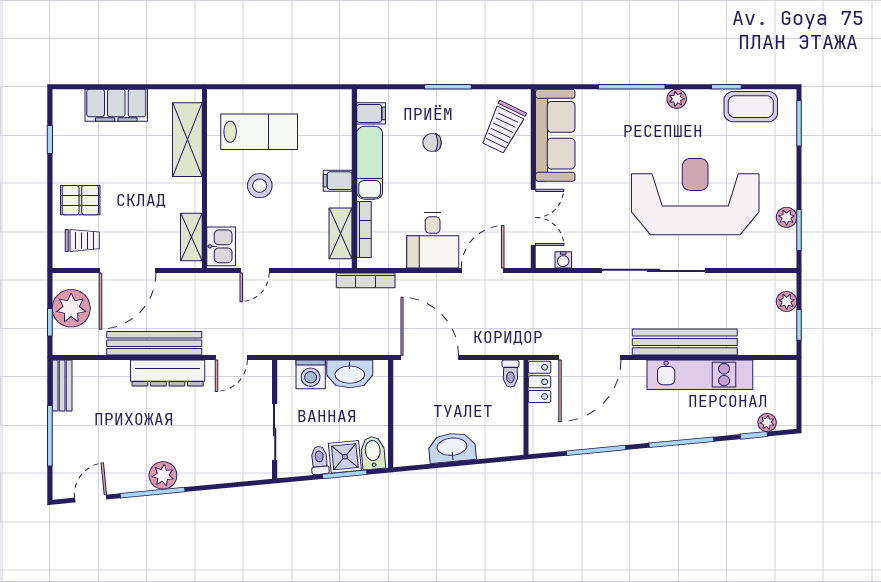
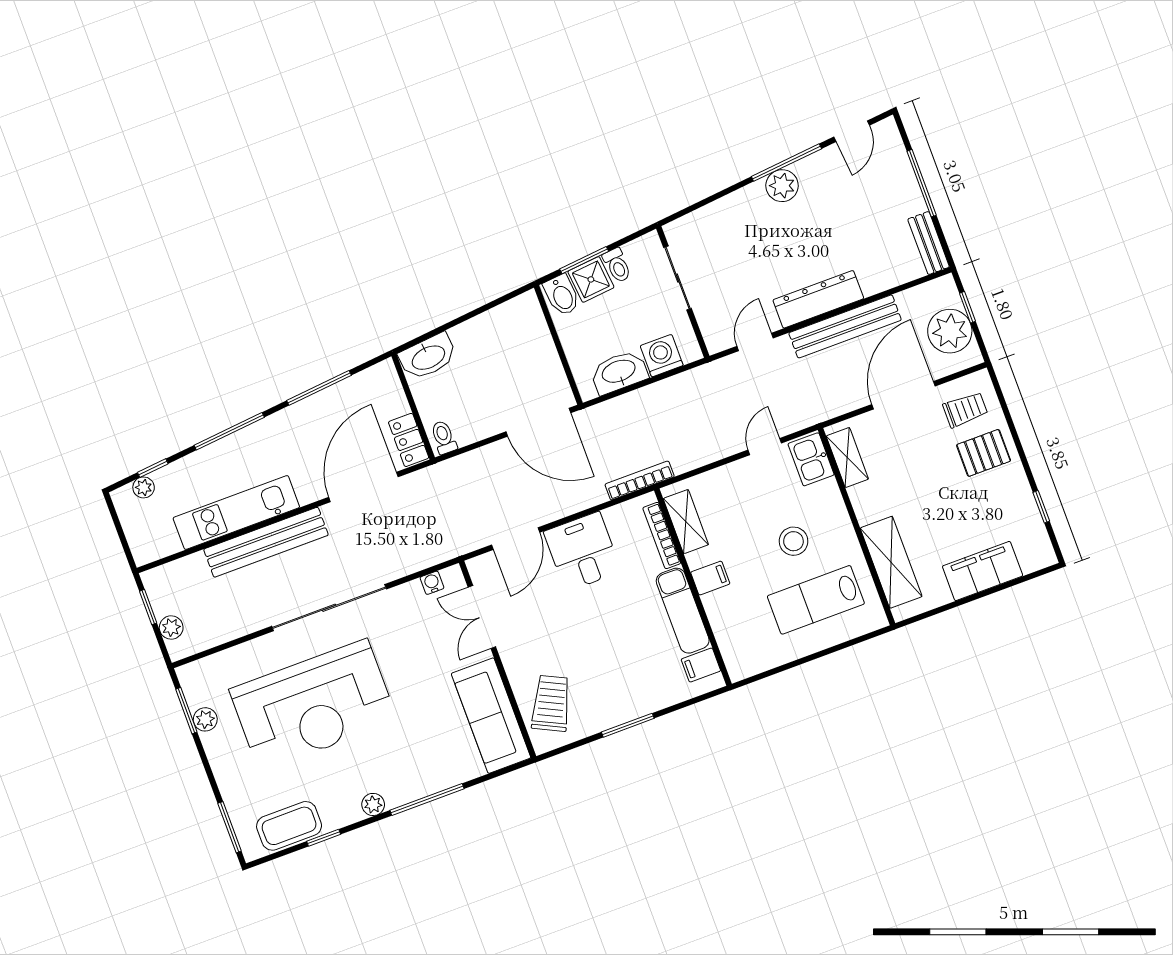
chair: (432, 143) -> (623, 658), removed
trolley: (82, 240) -> (965, 410), turned 180
washbasin: (452, 448) -> (428, 357), moved

